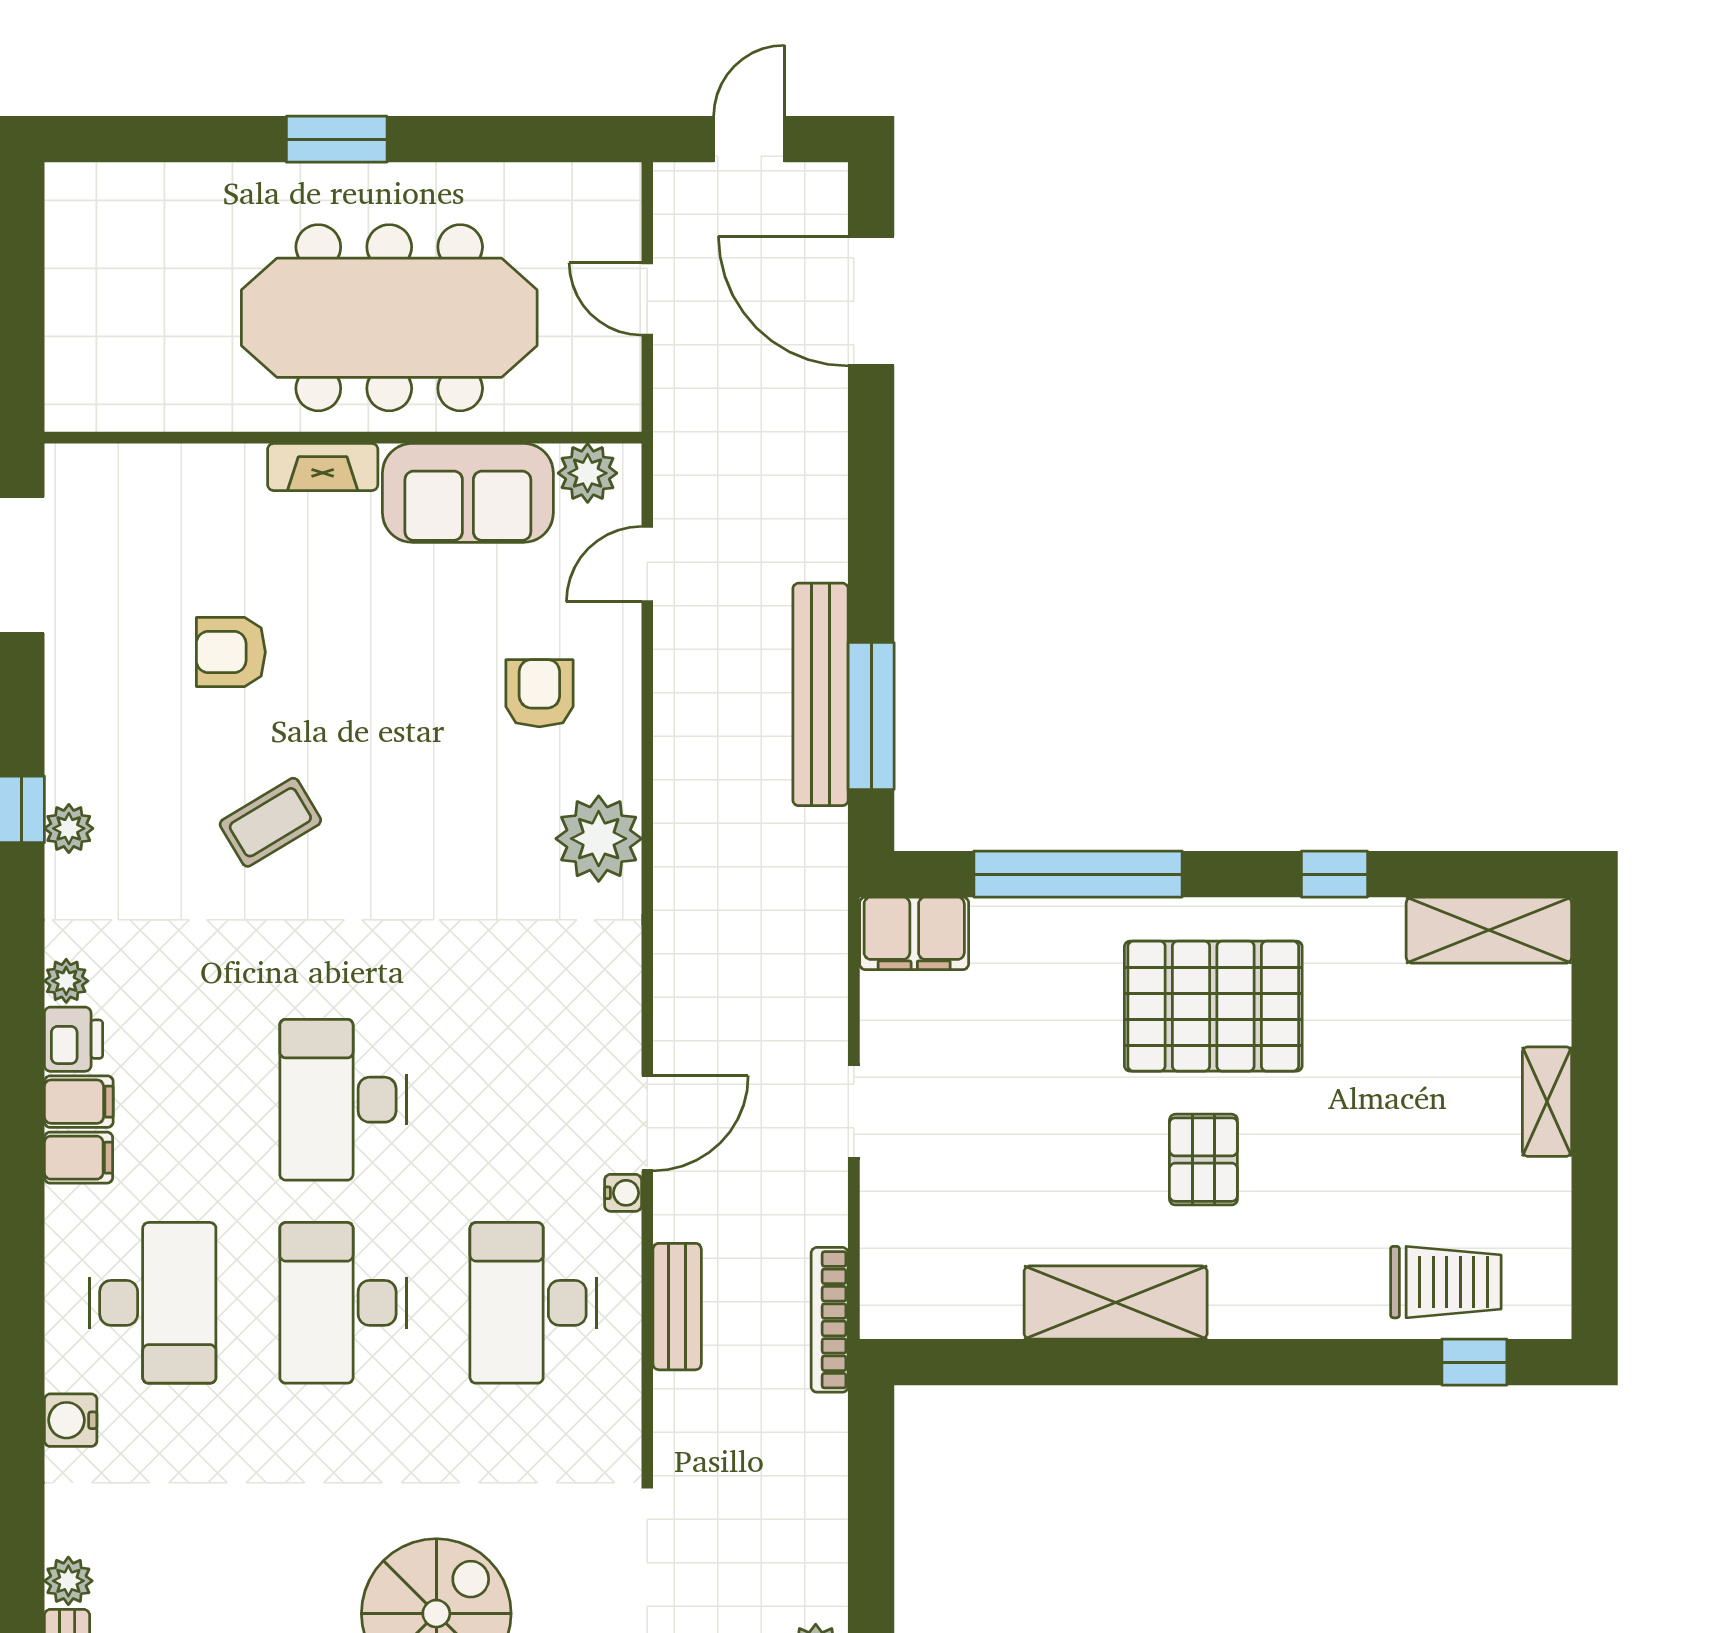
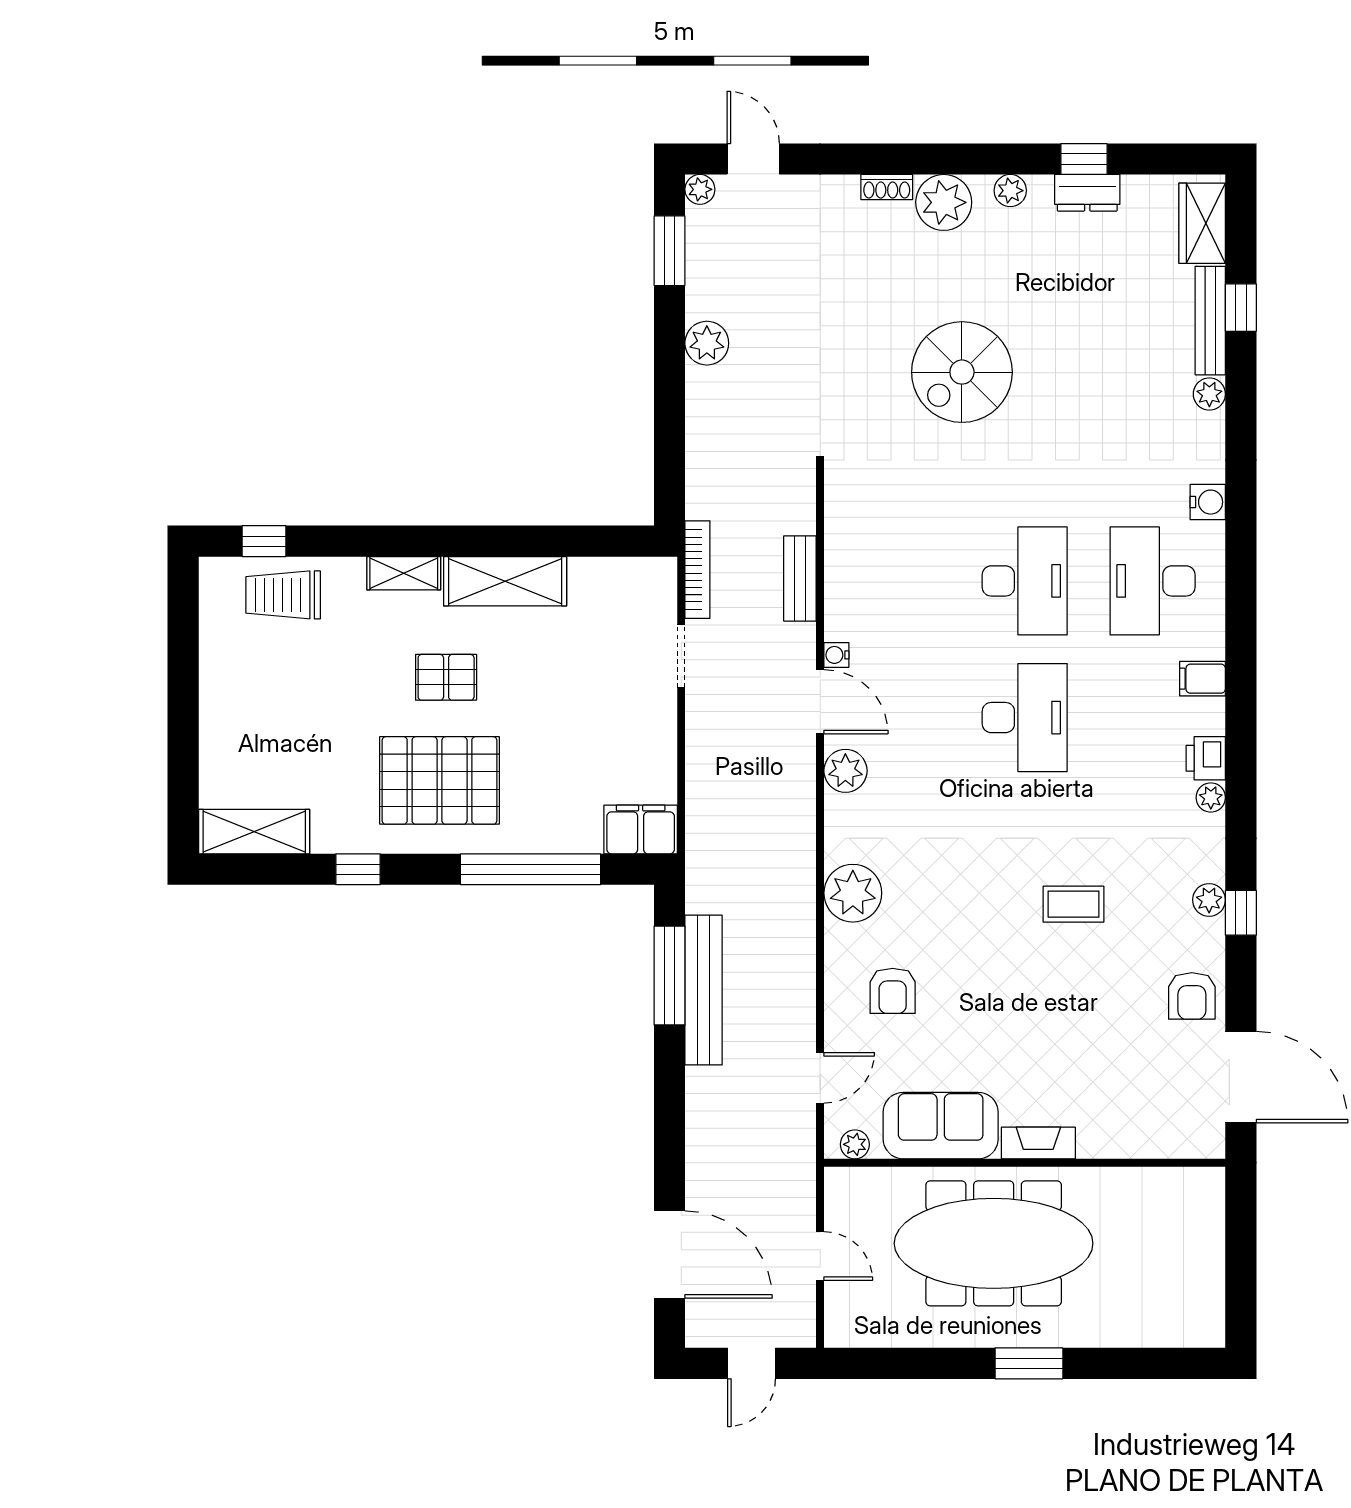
plant: (588, 473) -> (855, 1144), width x0.73, depth x0.73
armchair: (231, 652) -> (1192, 996), moved, turned 90
coffee table: (270, 822) -> (1073, 904), turned 31
plant: (609, 1021) -> (845, 771), added
filing cabinet: (79, 1102) -> (1202, 716), removed
shelving: (1547, 1102) -> (404, 573), moved, turned 90
doorway: (854, 1112) -> (681, 656), moved
door: (647, 1123) -> (820, 702), swing flipped
pallet: (1203, 1160) -> (446, 677), turned 90
desk: (533, 1303) -> (897, 581), removed

